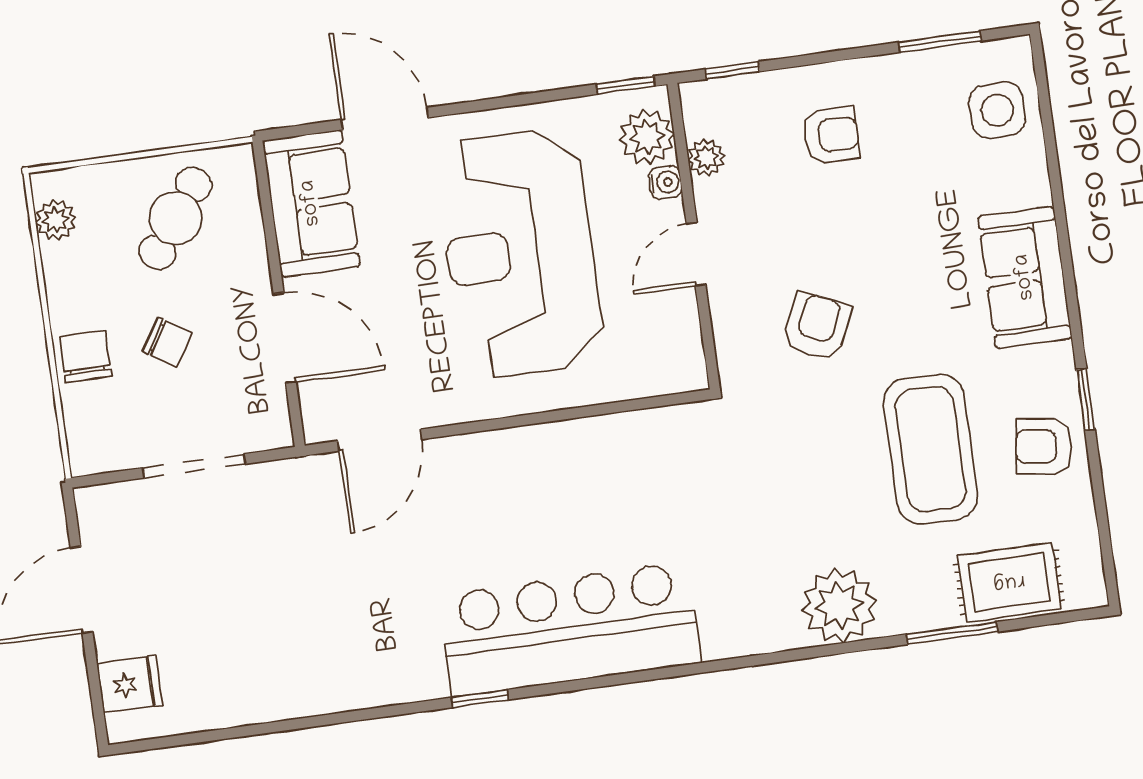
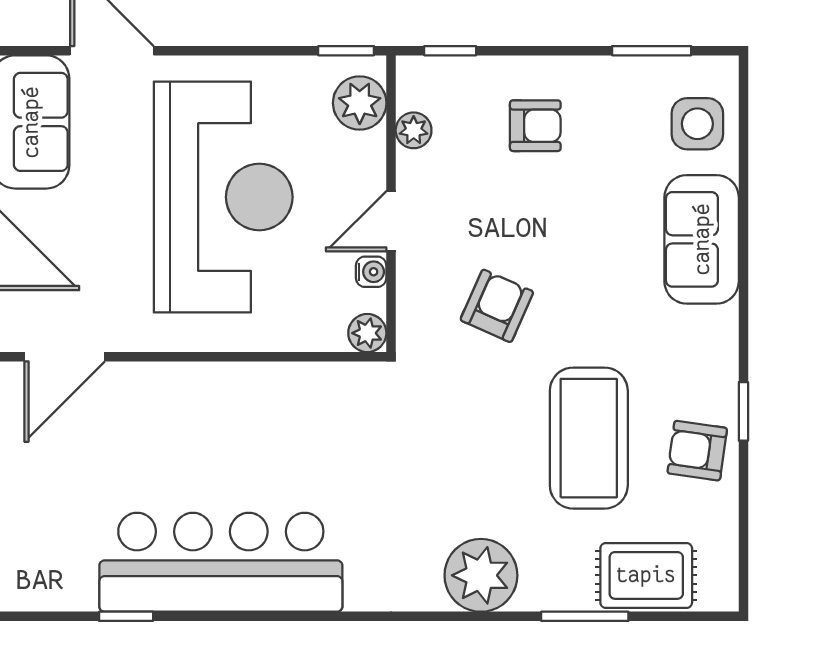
water cooler: (665, 182) -> (371, 272), moved
reception desk: (520, 253) -> (223, 197), turned 180
sofa: (1025, 277) -> (702, 239), moved
plant: (688, 373) -> (367, 333), added

